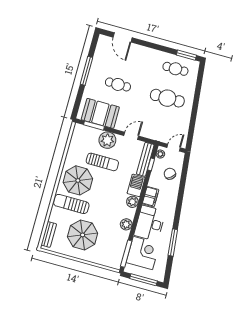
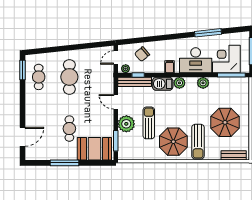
booth: (100, 113) -> (94, 149), moved, turned 90
door: (174, 148) -> (116, 58), hinge flipped
filing cabinet: (151, 197) -> (170, 67), width x0.50

